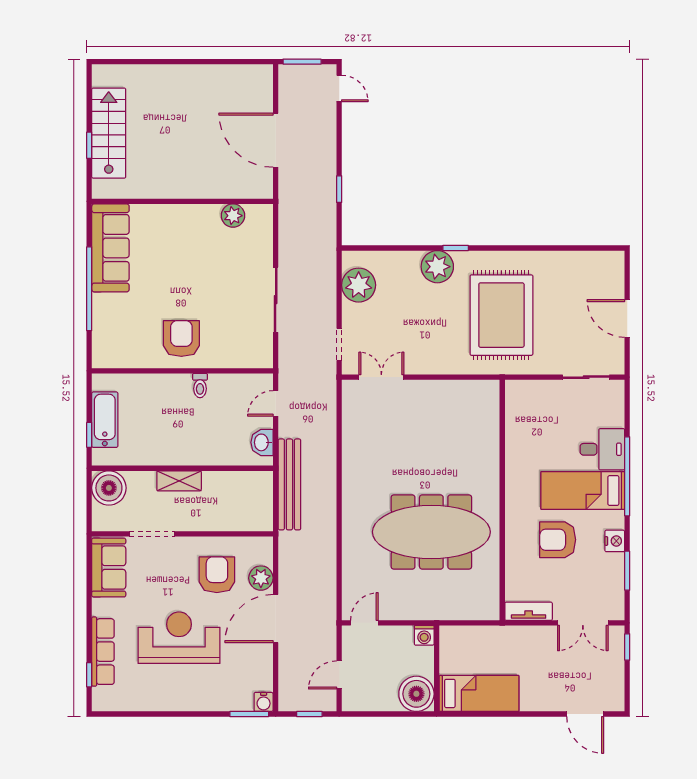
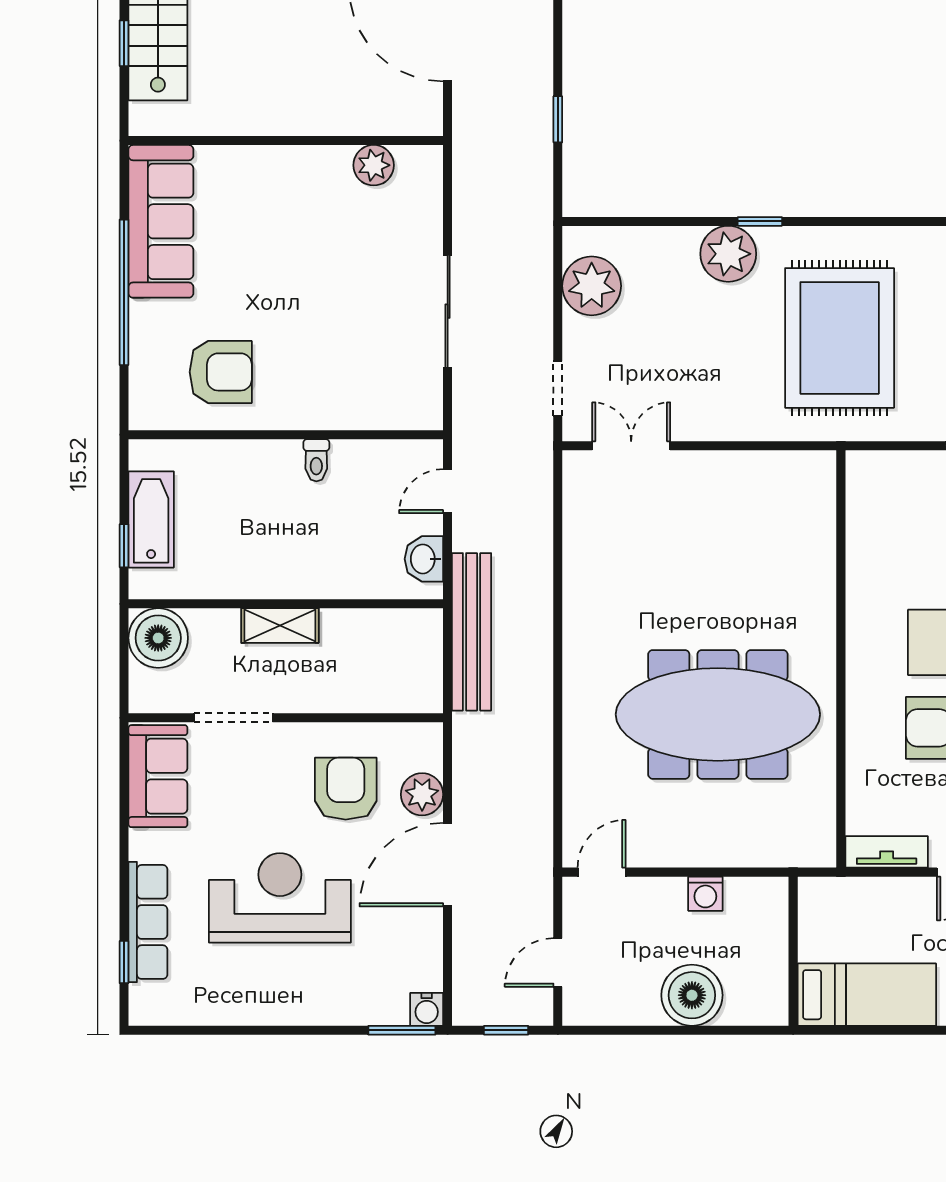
armchair: (181, 339) -> (221, 372), moved, turned 90
wall: (437, 668) -> (793, 951), moved
bed: (479, 693) -> (867, 995), moved

